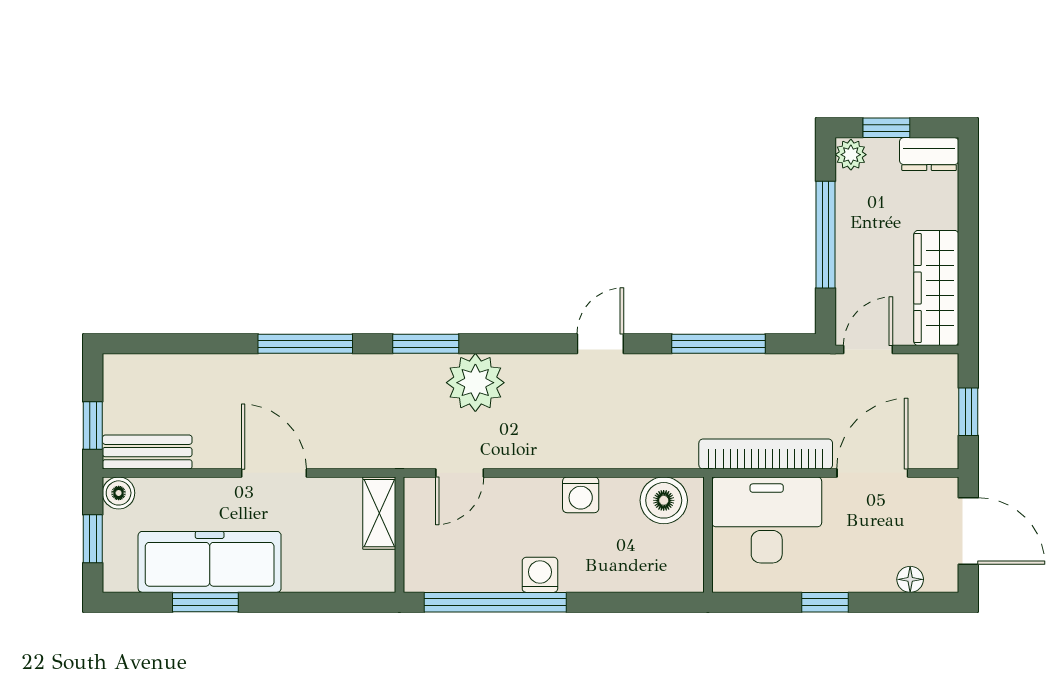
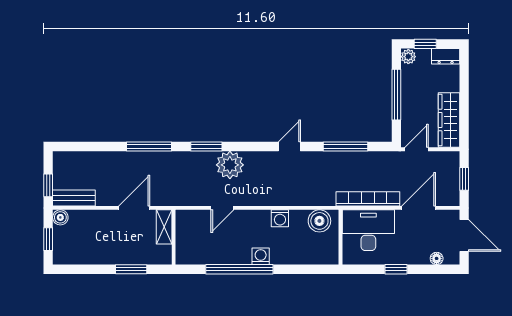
door: (274, 473) -> (134, 208), hinge flipped
shelving: (379, 513) -> (164, 227), moved
wall: (399, 535) -> (174, 237), moved
freezer: (210, 562) -> (104, 250), removed
window: (205, 602) -> (131, 269), moved

